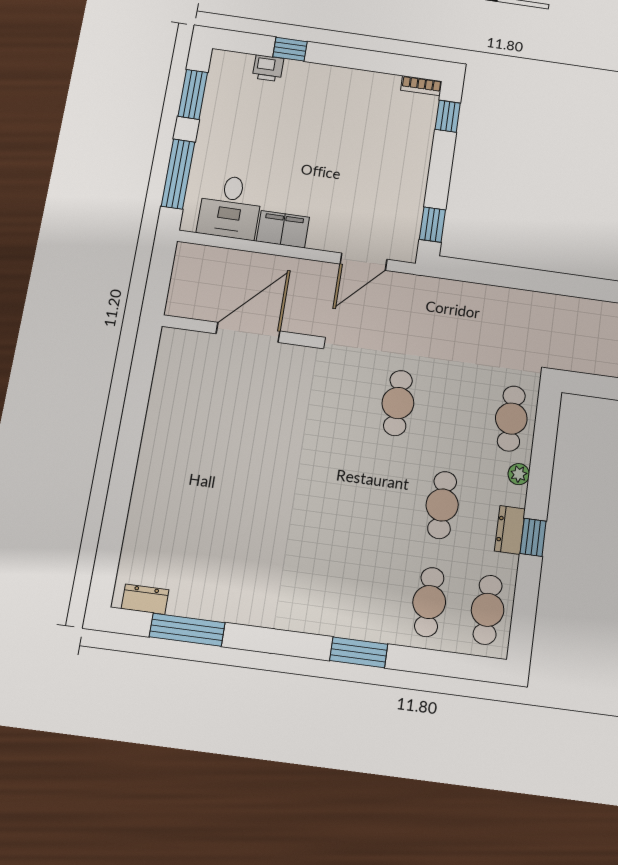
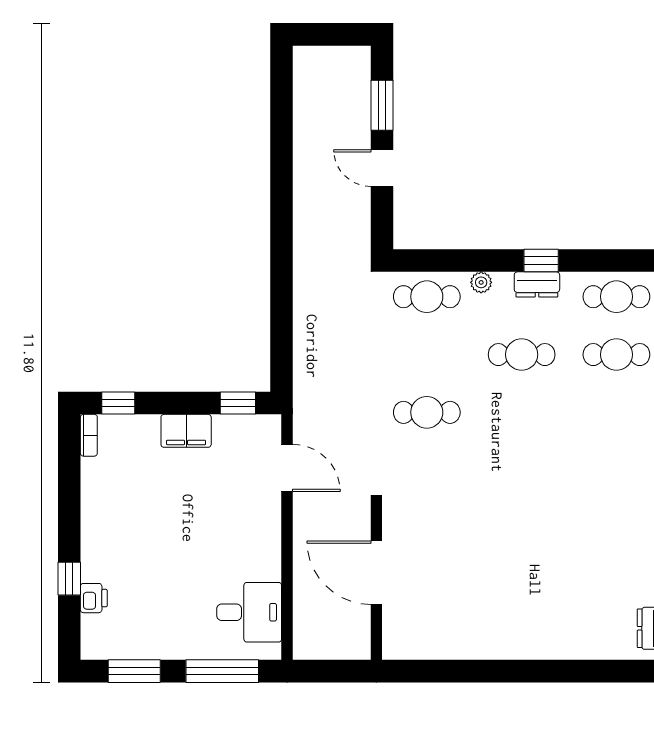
filing cabinet: (283, 229) -> (186, 431), moved, turned -90

